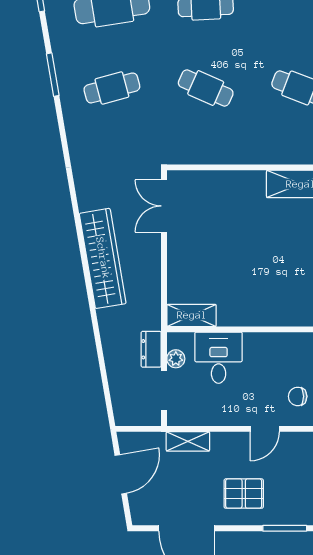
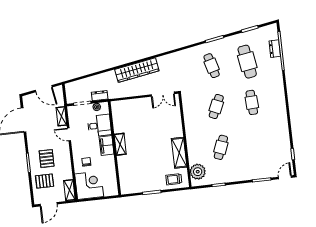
double door: (164, 206) -> (163, 94), swing flipped
shelving: (192, 315) -> (120, 144), moved
filing cabinet: (266, 347) -> (107, 145), added
door: (265, 429) -> (69, 134), moved
pallet: (244, 494) -> (47, 159), moved

